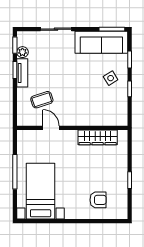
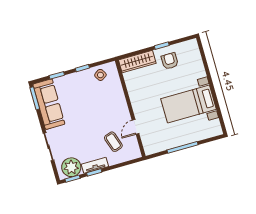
plant: (22, 52) -> (71, 167), width x1.88, depth x1.88
side table: (111, 78) -> (100, 75), moved
wardrobe: (98, 137) -> (137, 62), moved, turned 90
bed with nightstands: (41, 191) -> (189, 104), moved
armchair: (98, 200) -> (170, 61), moved

